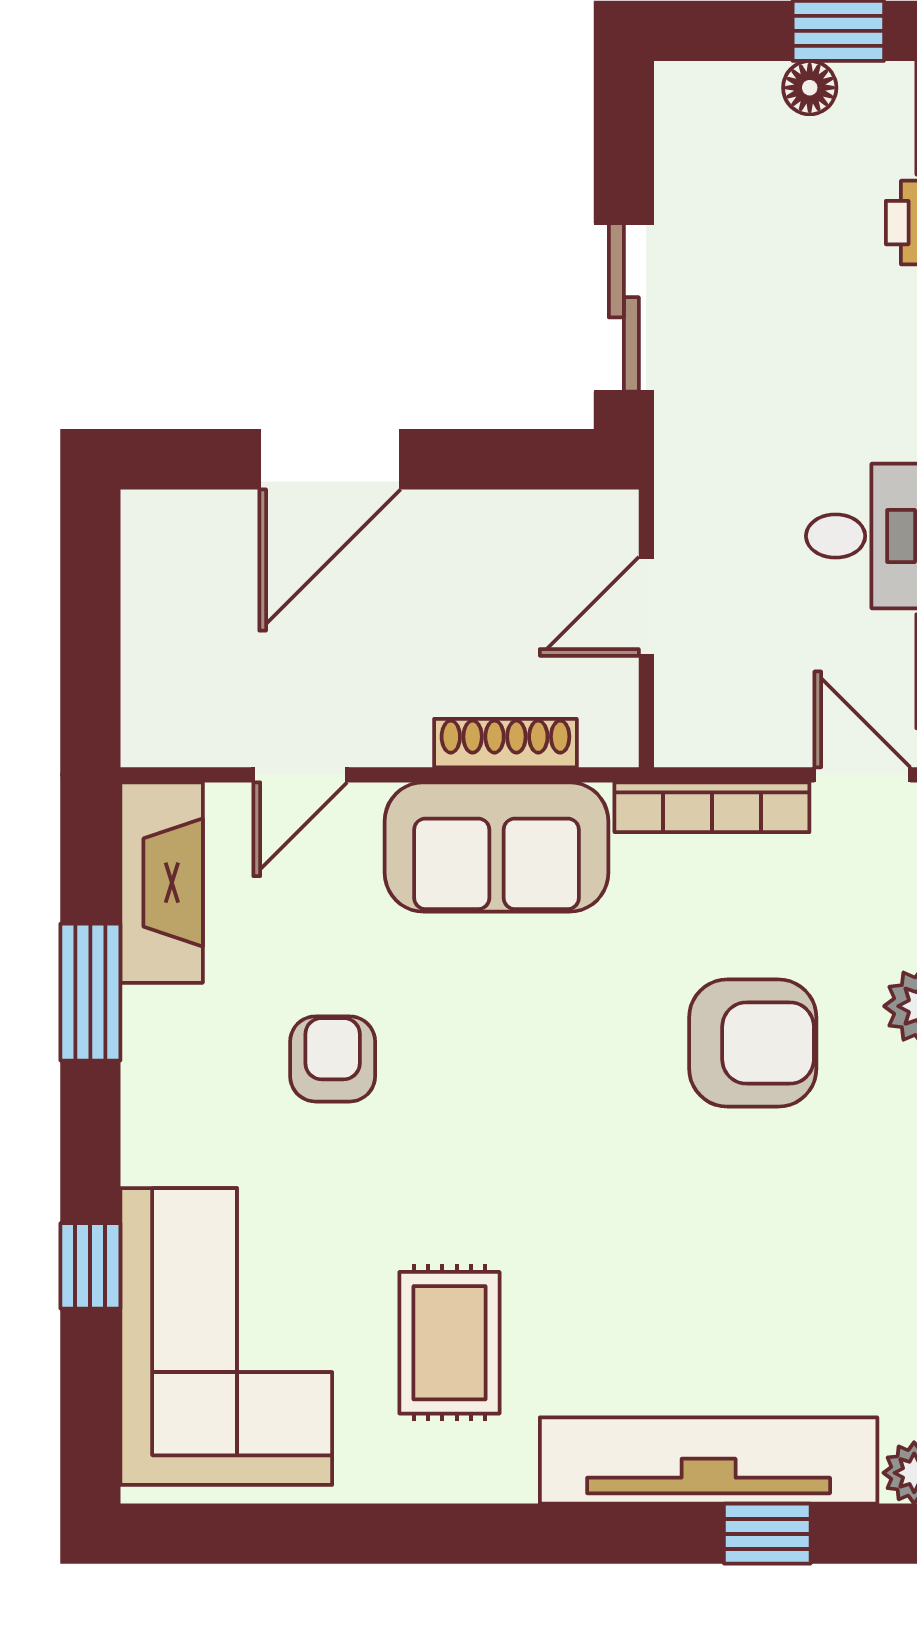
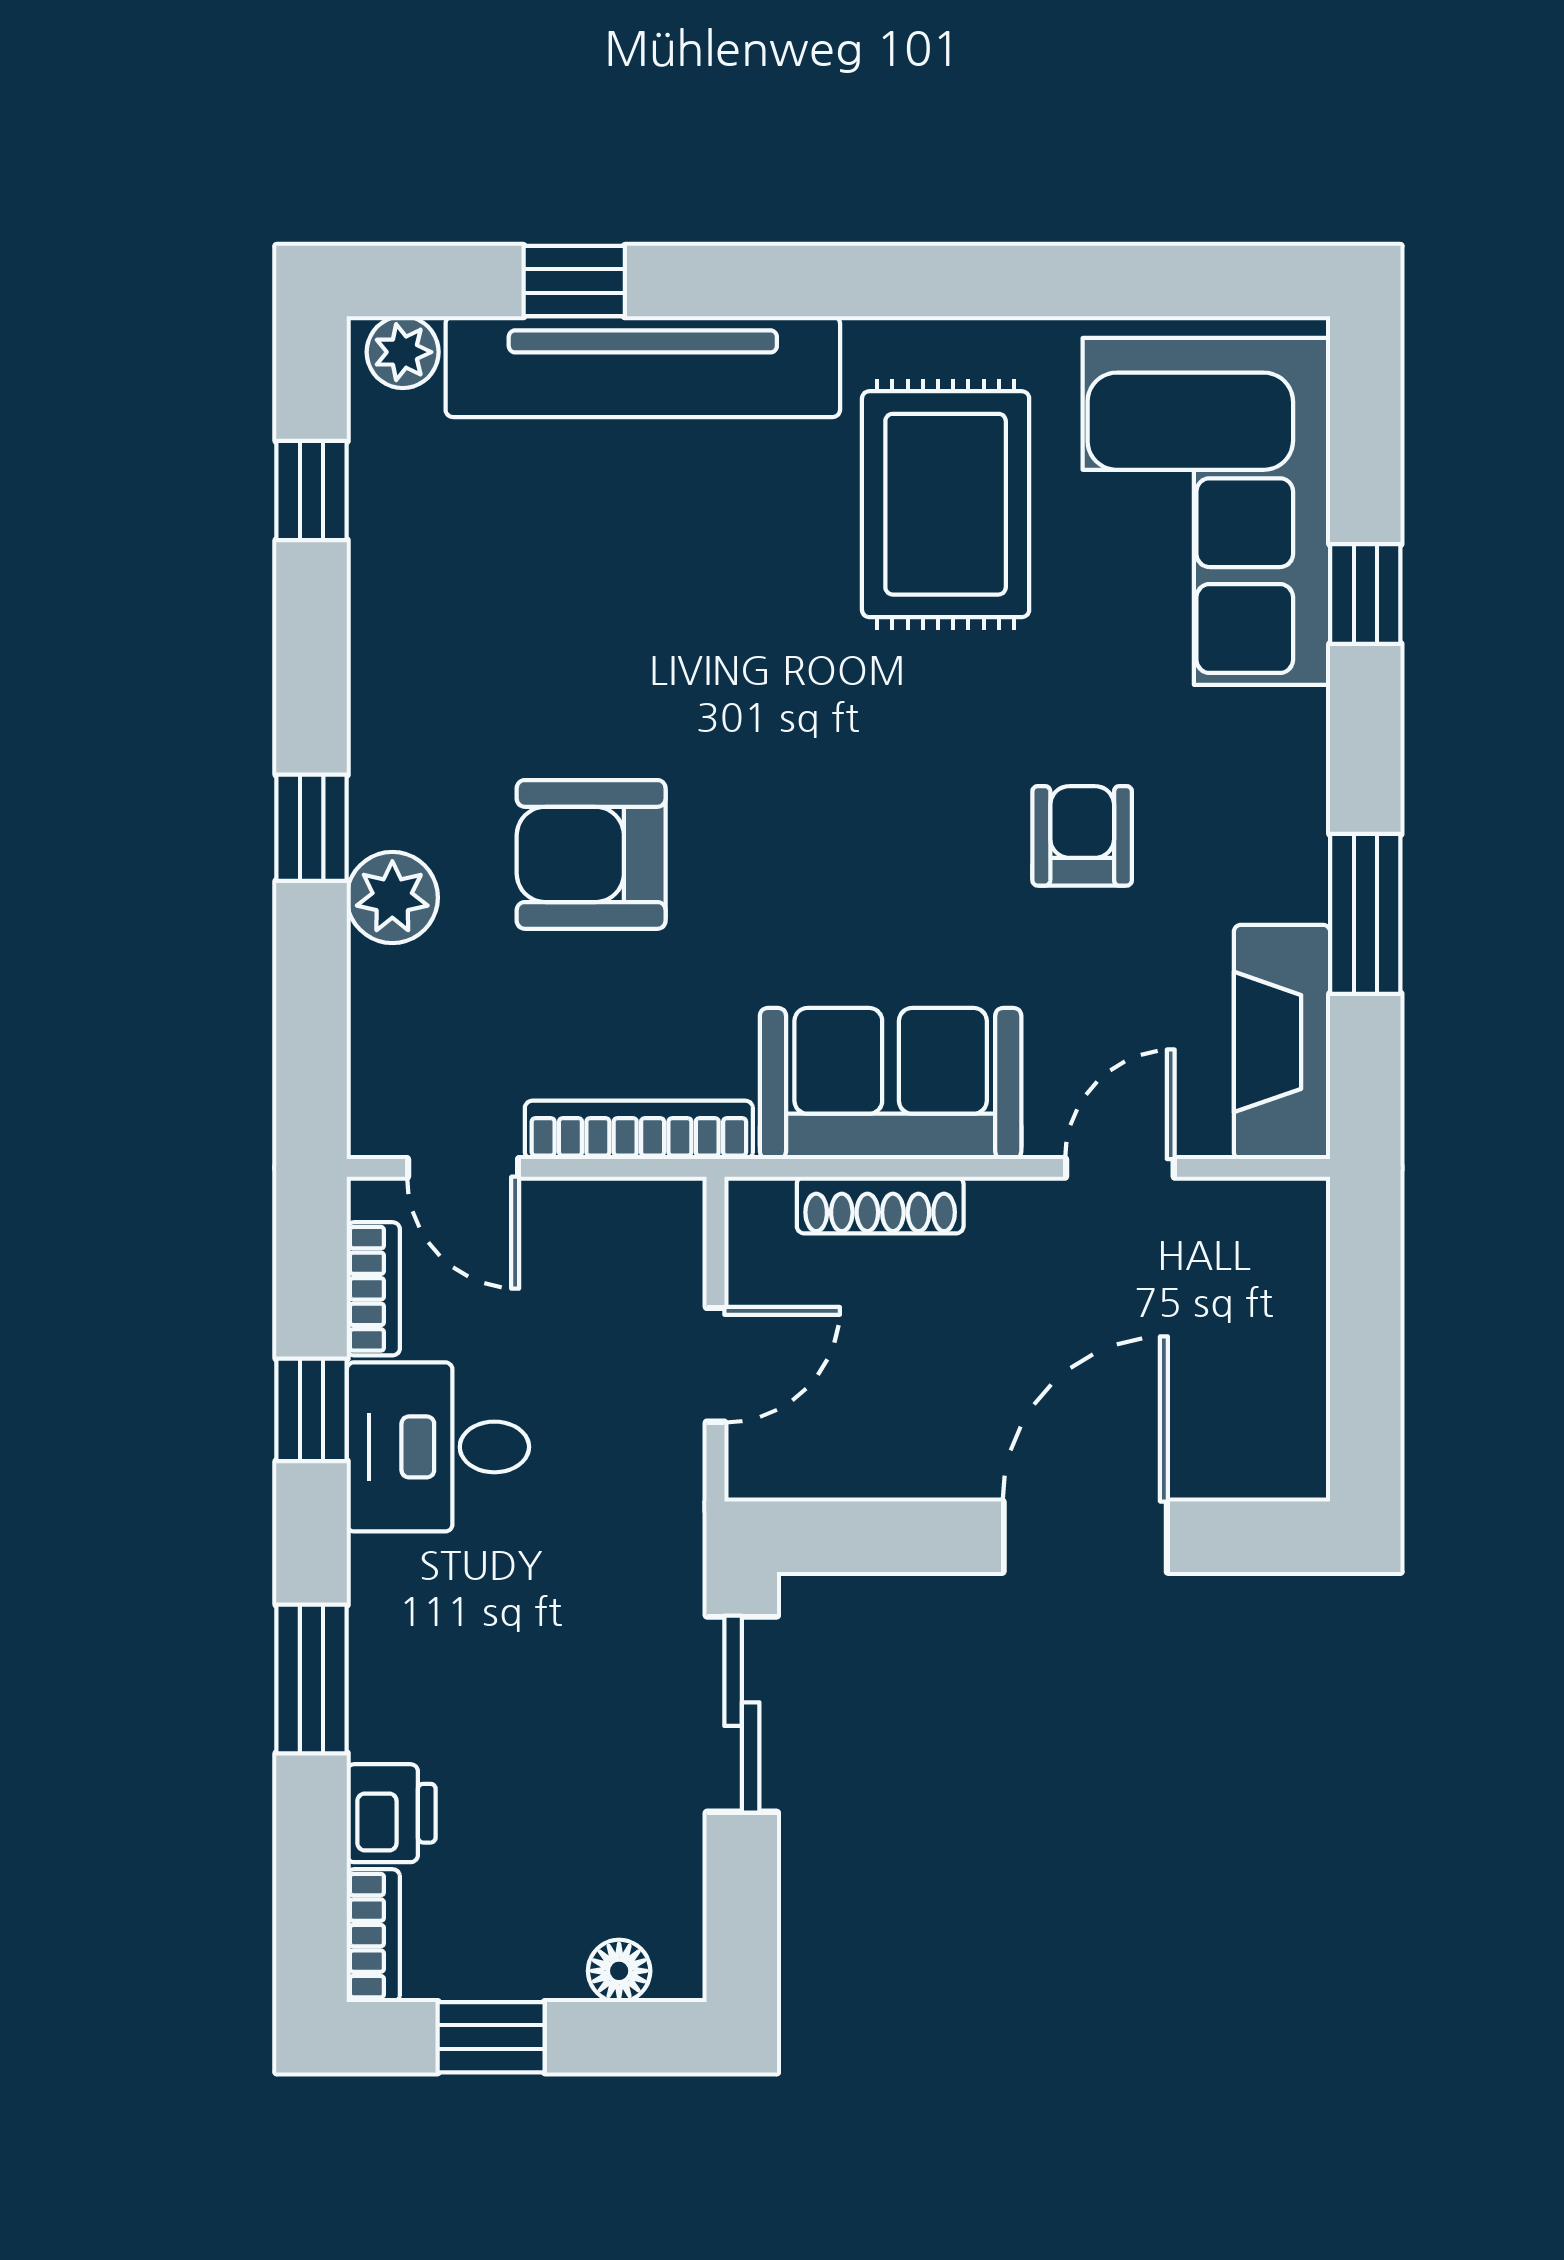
floor lamp: (810, 88) -> (619, 1971), moved
armchair: (333, 1059) -> (1082, 836), turned 180
rug: (449, 1343) -> (946, 504), width x1.36, depth x1.43

